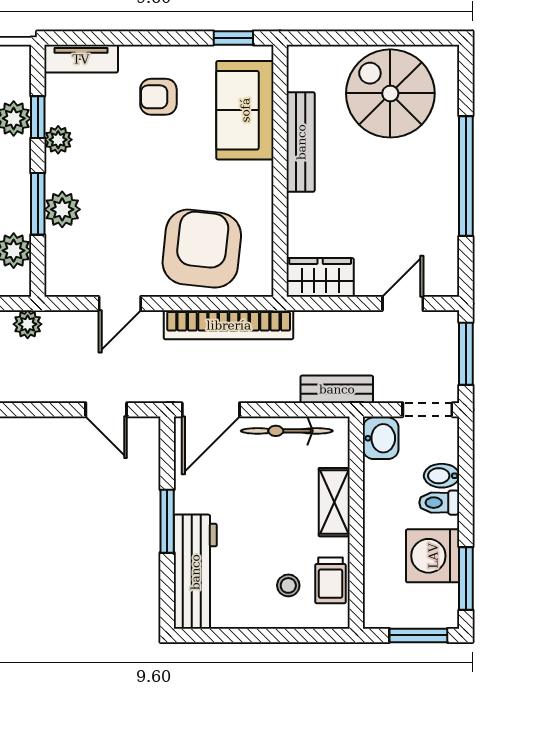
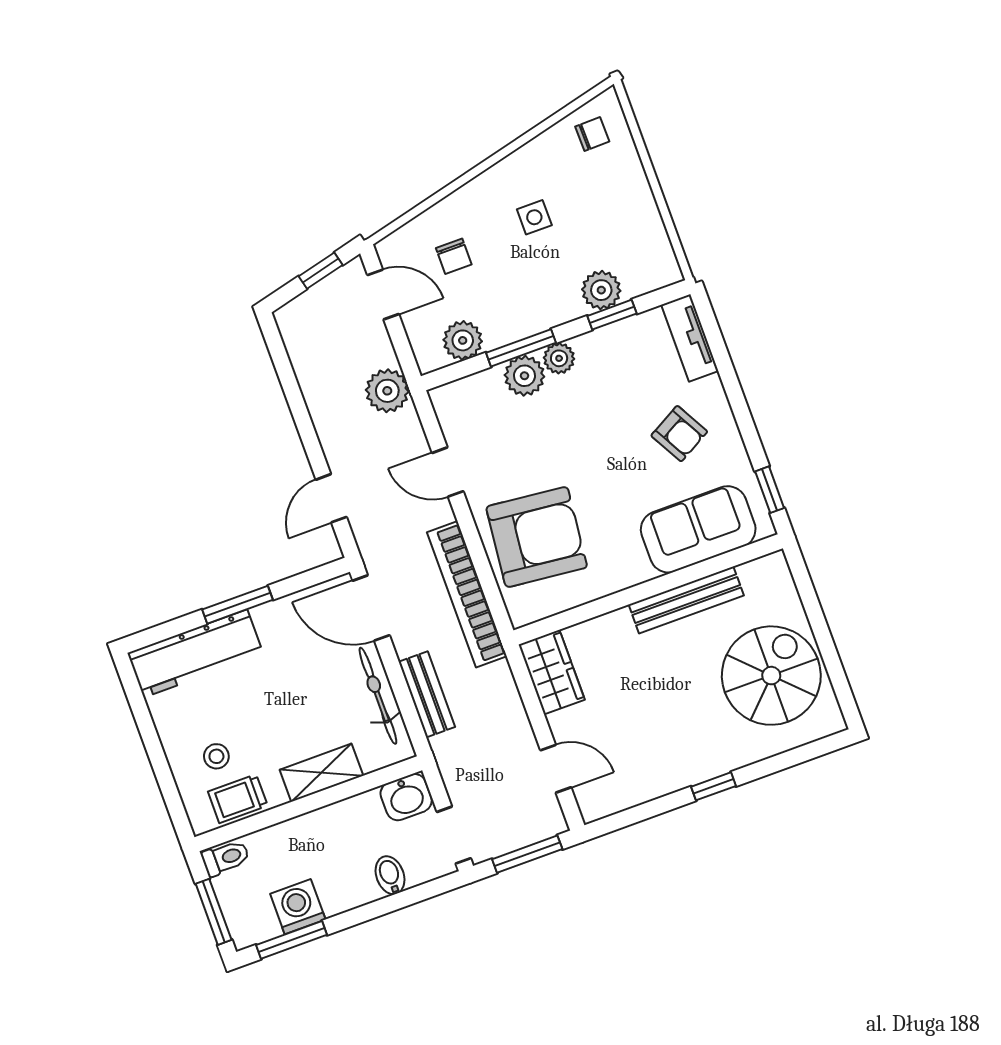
armchair: (158, 97) -> (679, 434), turned 151
plant: (58, 140) -> (559, 358), moved
window: (466, 176) -> (714, 786), width x0.32
plant: (28, 324) -> (387, 391), width x1.38, depth x1.38
bench: (337, 389) -> (427, 694), moved
toilet: (439, 503) -> (226, 858), moved, turned 90
washing machine: (433, 556) -> (298, 907), width x0.73, depth x0.73

